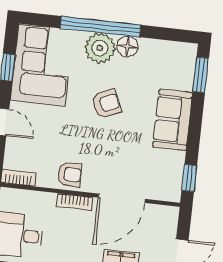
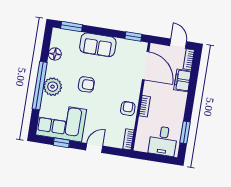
floor lamp: (128, 46) -> (55, 54), moved
armchair: (106, 104) -> (86, 84), turned 114
door: (122, 198) -> (146, 66), moved

